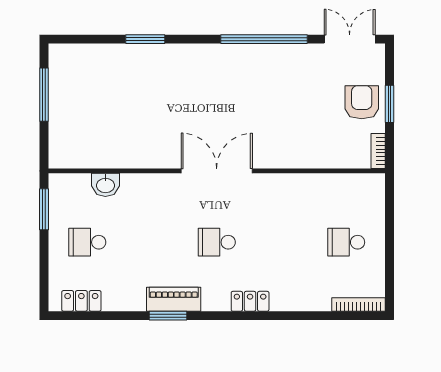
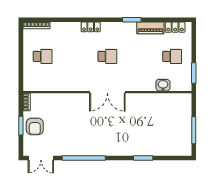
piano: (174, 299) -> (150, 28), moved

